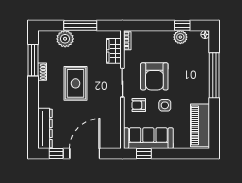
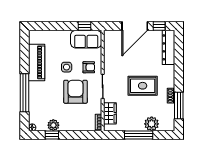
rug: (76, 83) -> (143, 86), turned 90
piano: (200, 125) -> (37, 62), moved
sofa: (148, 138) -> (86, 39), width x0.73

